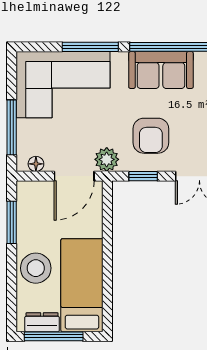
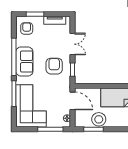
armchair: (151, 136) -> (54, 66), turned -90
plant: (107, 159) -> (65, 86), removed
stool: (36, 268) -> (99, 119), moved

